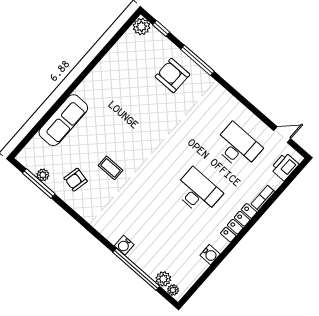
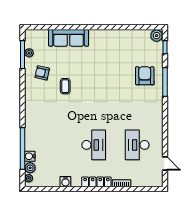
desk: (237, 147) -> (137, 145), turned 180
printer: (285, 167) -> (149, 180), removed
water cooler: (124, 245) -> (30, 156), moved

